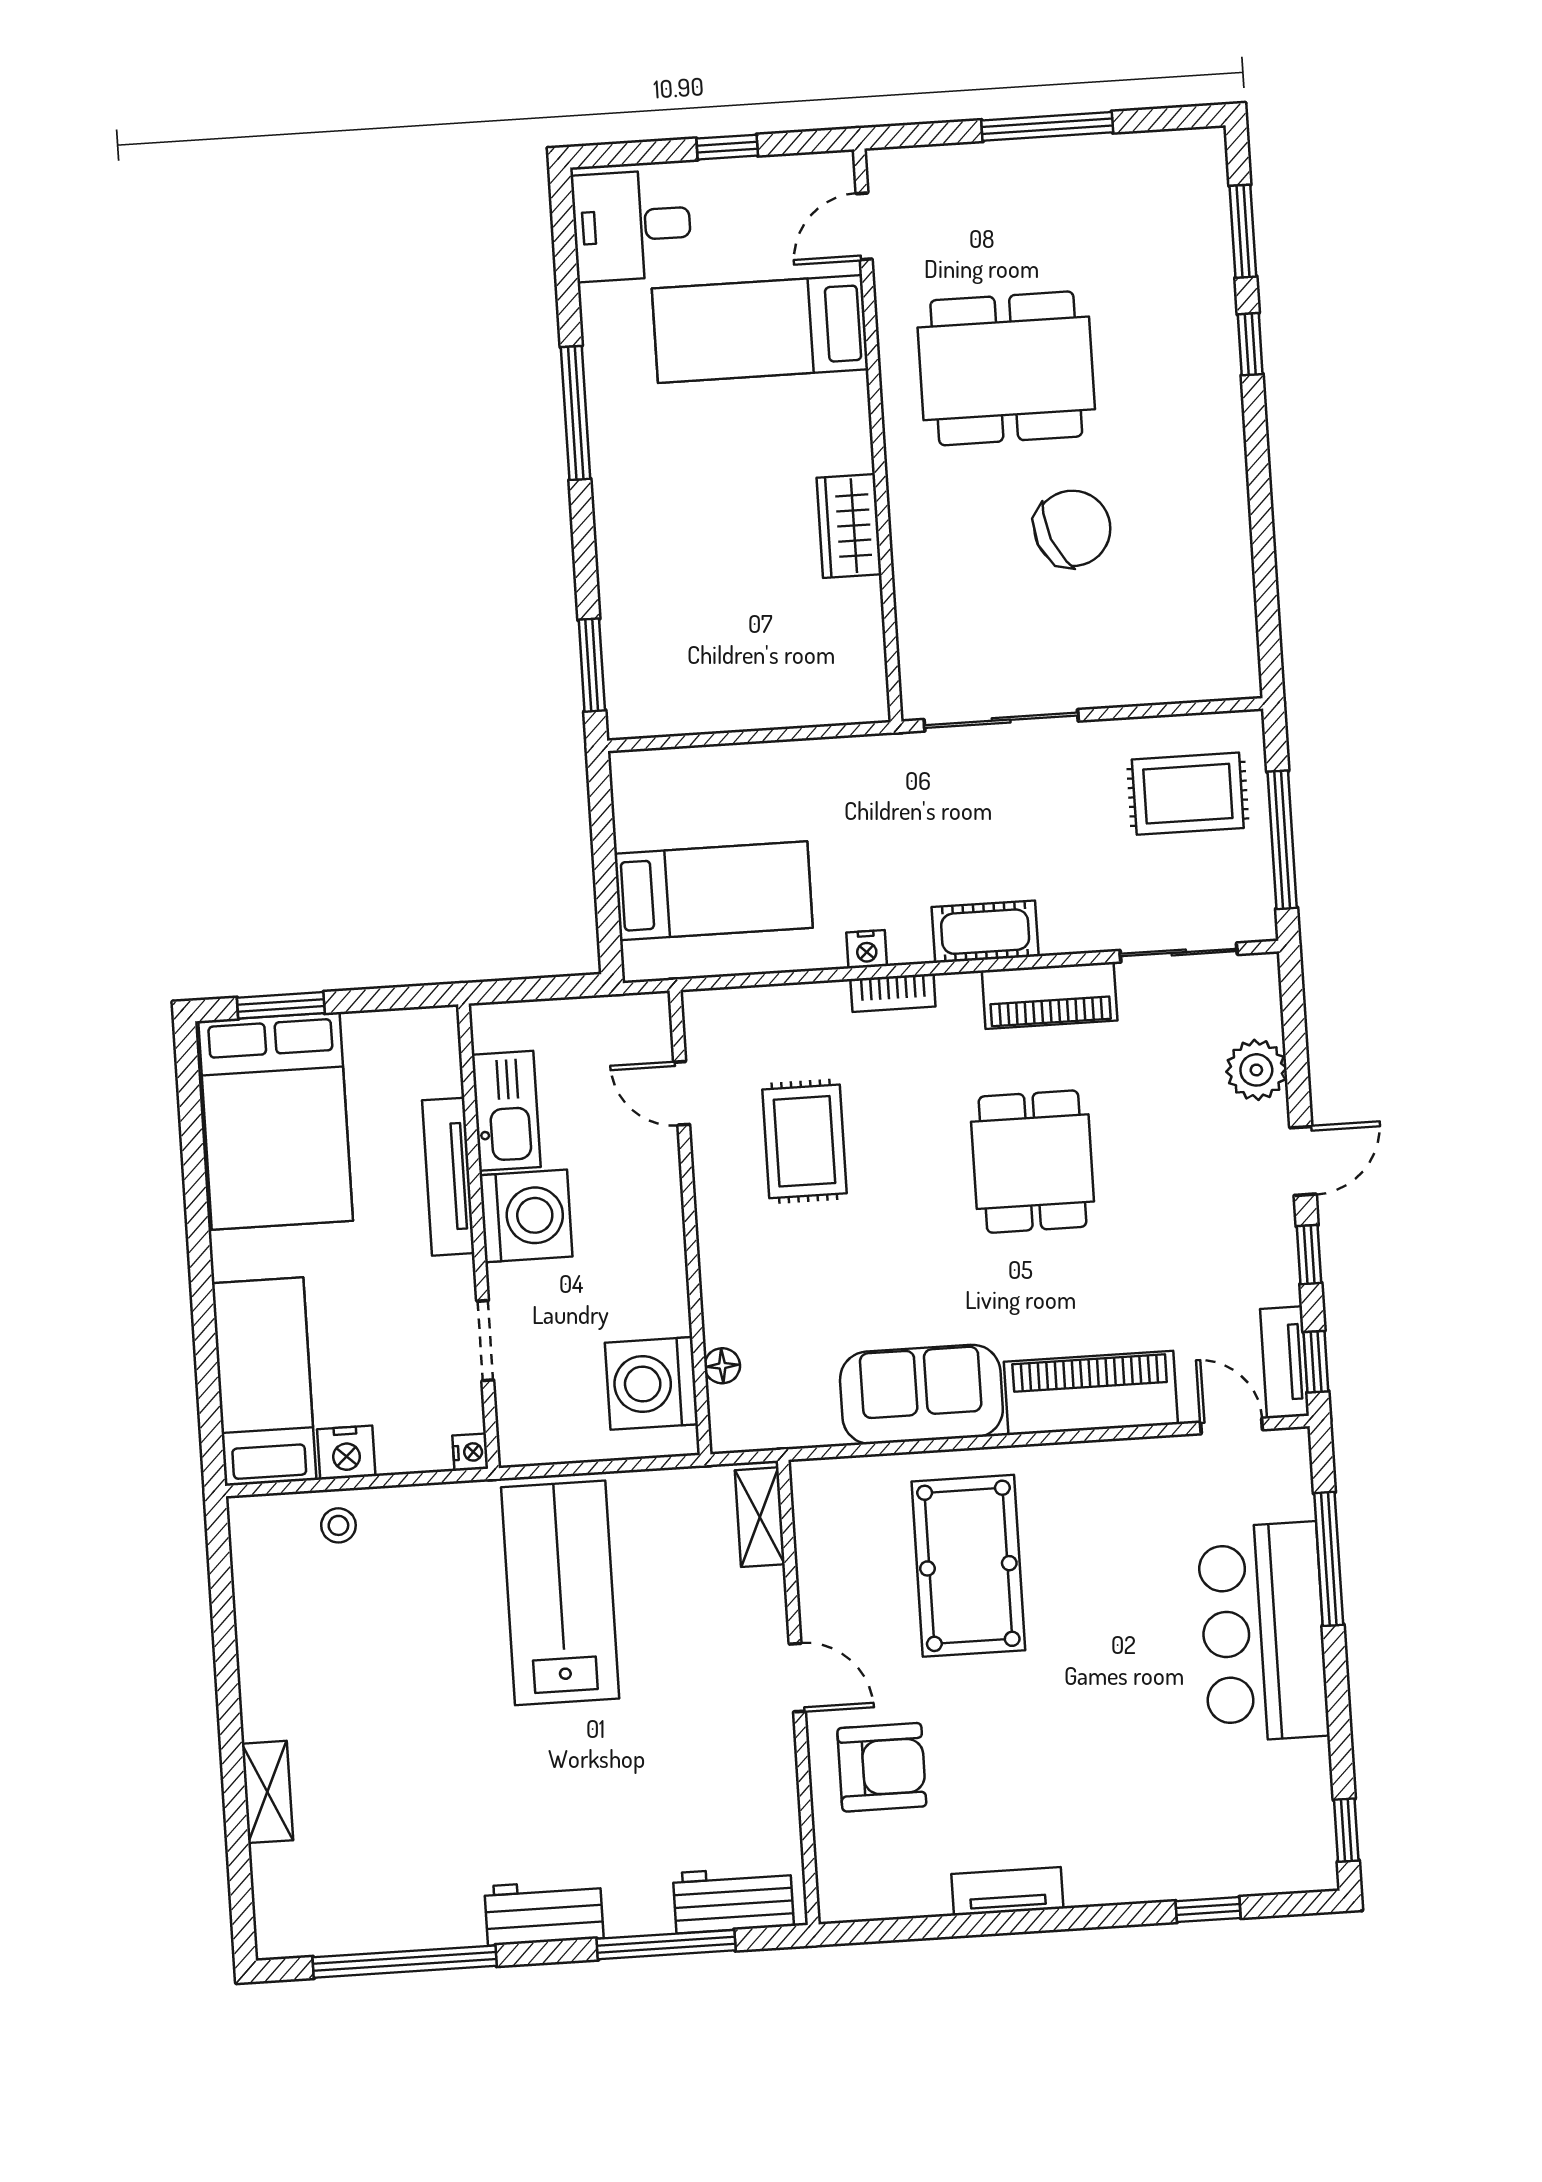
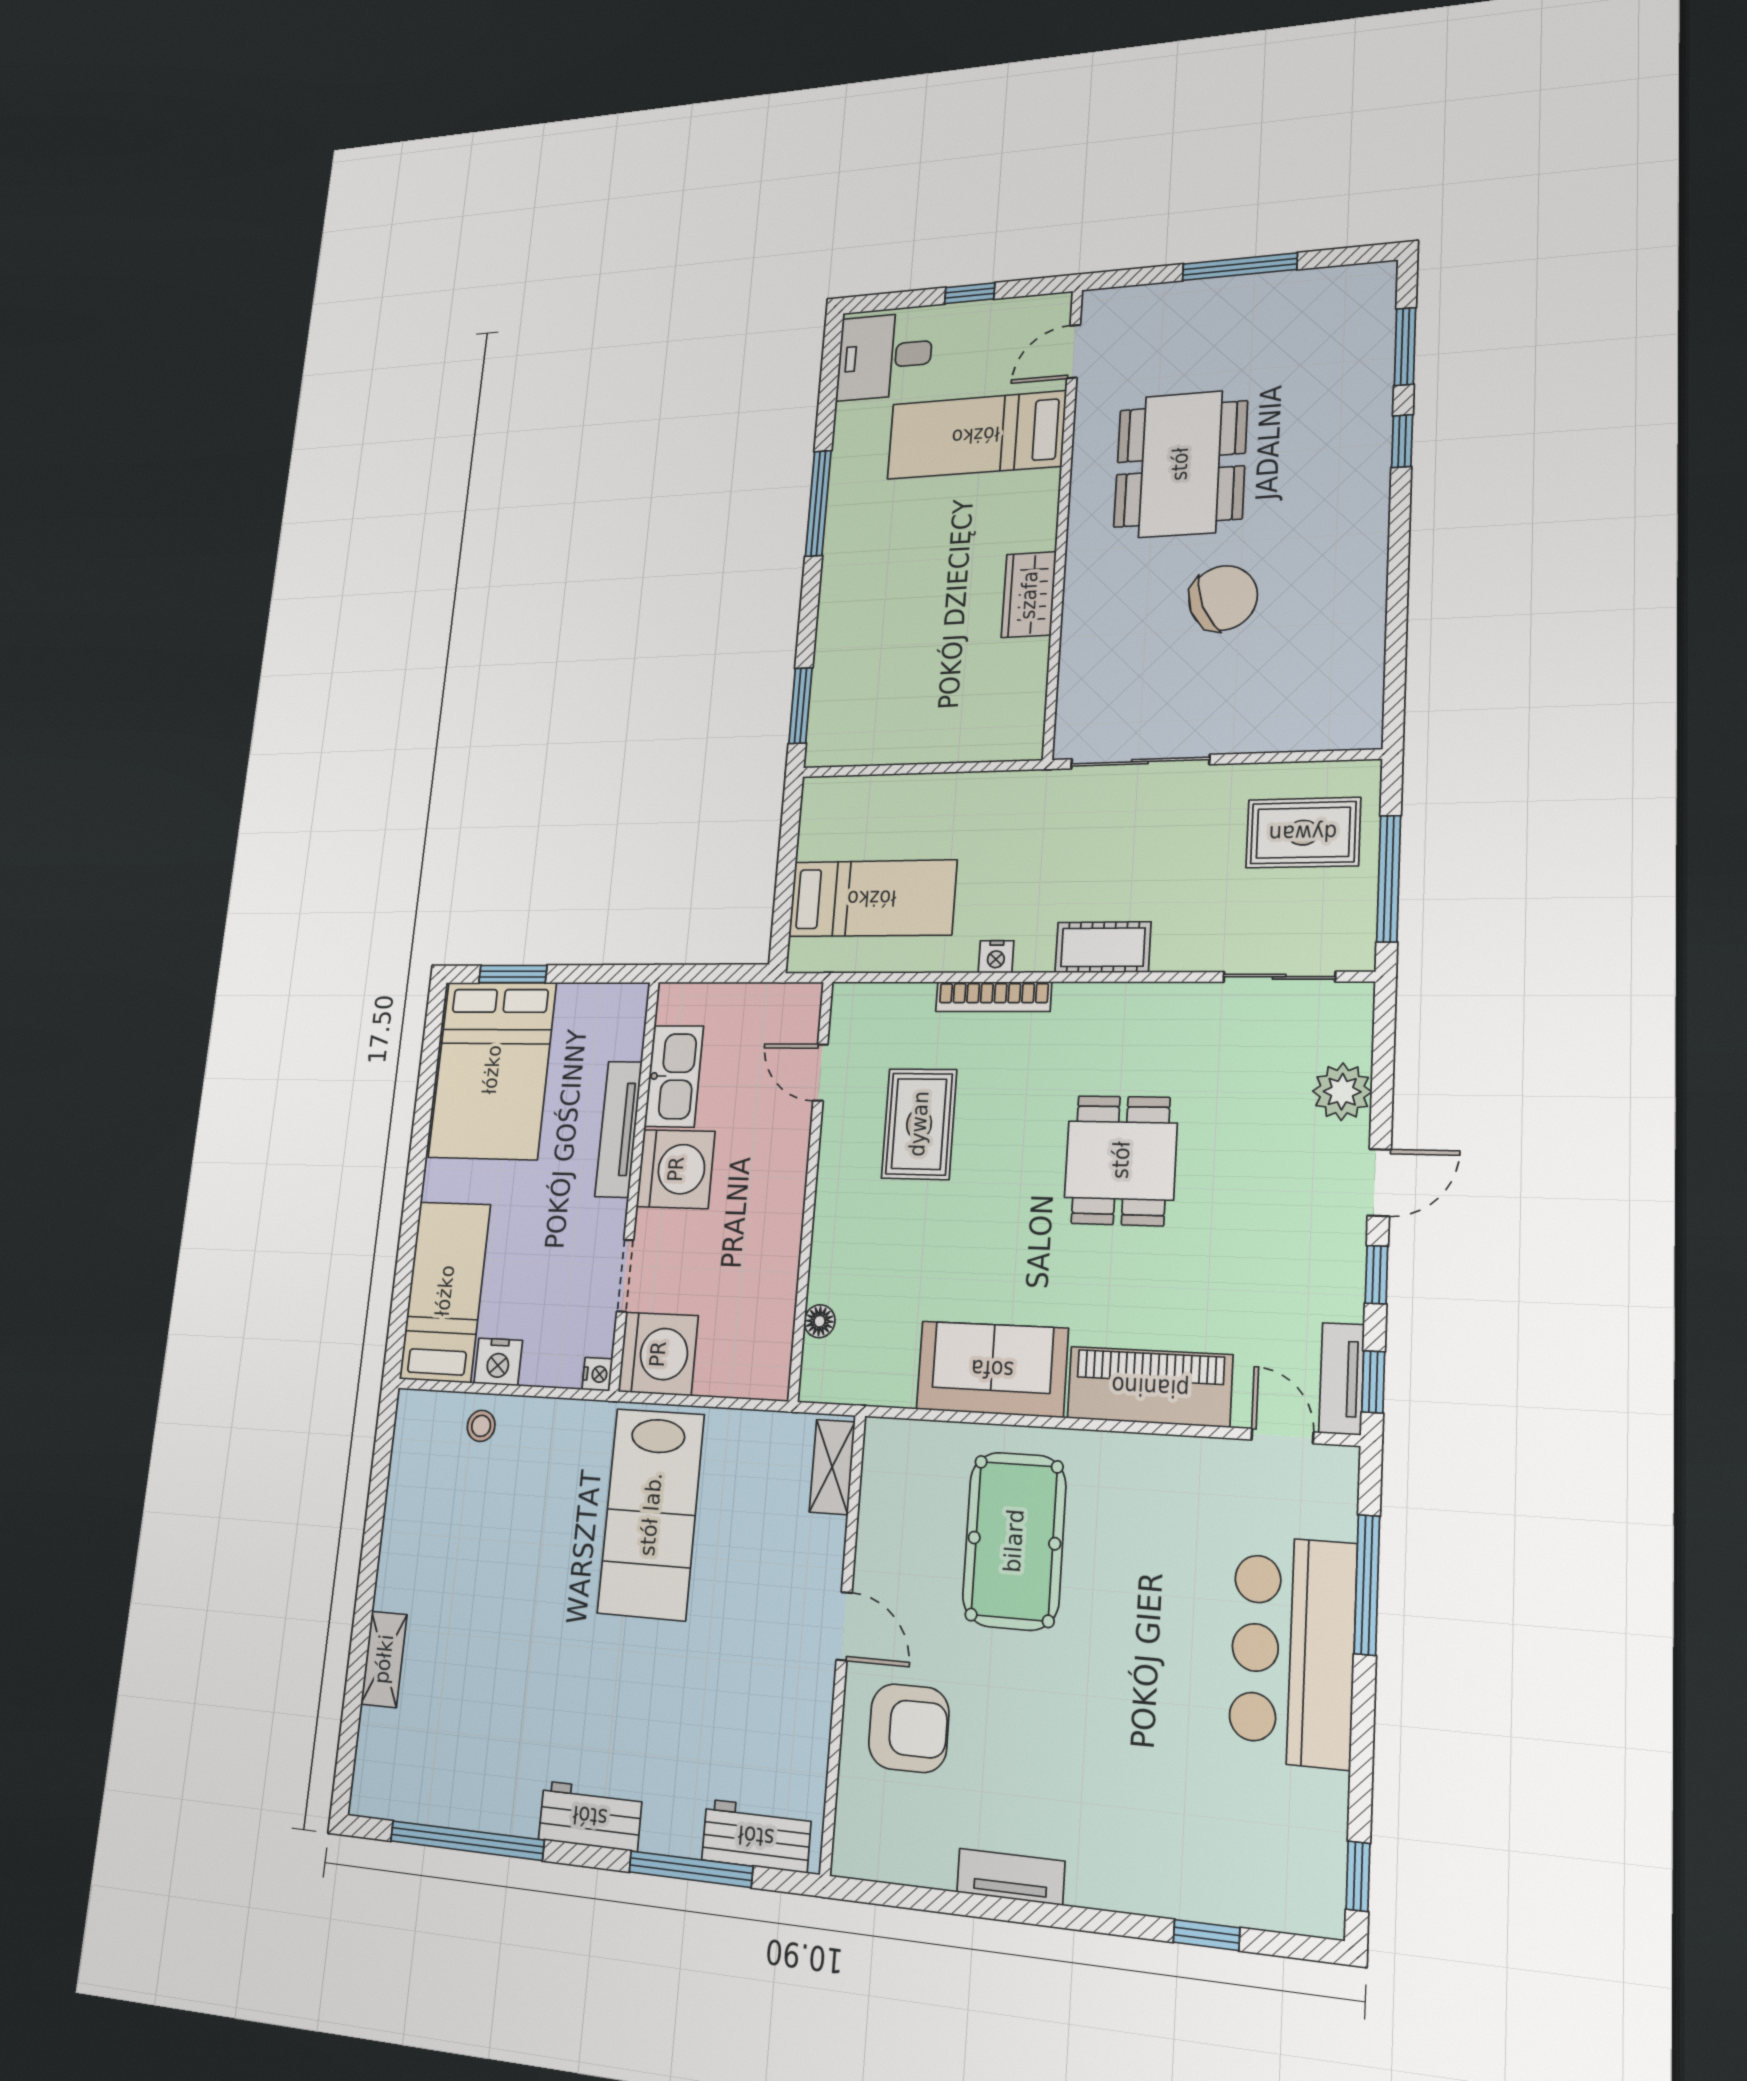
dining table: (1006, 368) -> (1180, 464), turned 90
bookcase: (893, 993) -> (993, 997), width x1.56
piano: (1050, 996) -> (1154, 1009), removed
washing machine: (651, 1383) -> (658, 1354), moved, turned 180
lab bench: (560, 1593) -> (651, 1514), turned 180

